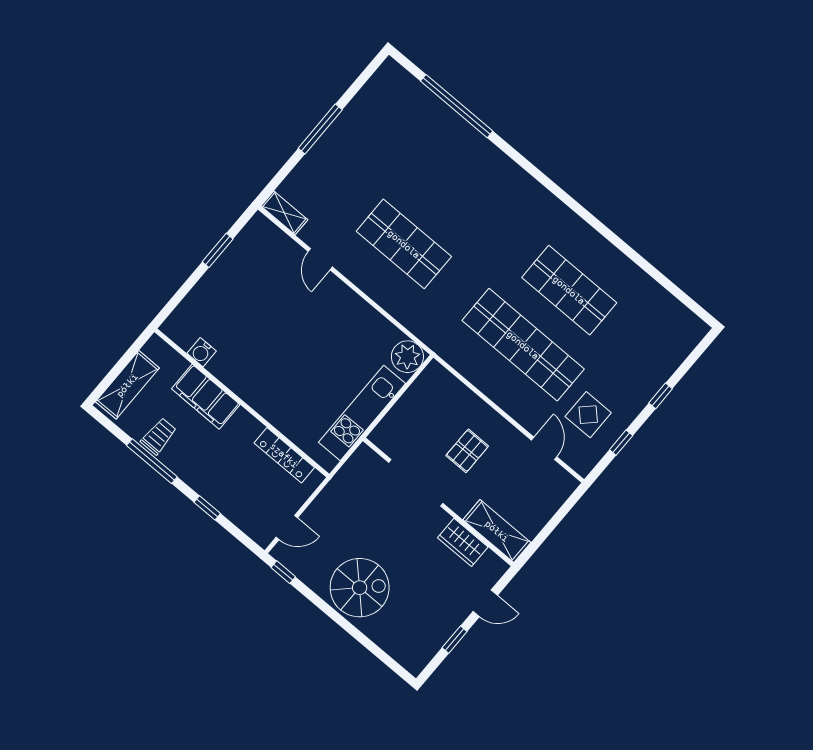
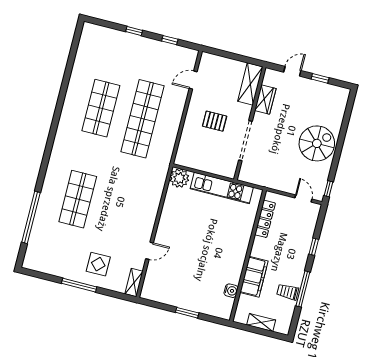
shop shelf: (404, 244) -> (78, 199), moved
window: (218, 250) -> (187, 313), moved
shelving: (127, 385) -> (261, 322), width x0.67, depth x0.75
display table: (588, 415) -> (98, 264), moved
spiral stairs: (360, 588) -> (317, 143), turned 90
door: (485, 603) -> (292, 71), hinge flipped

